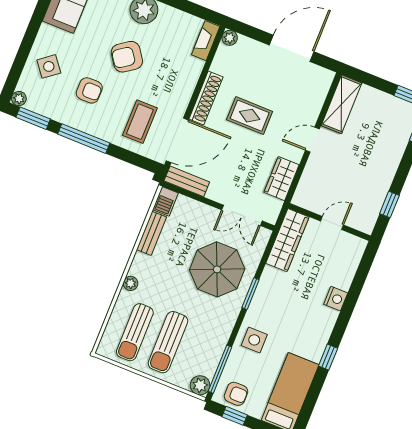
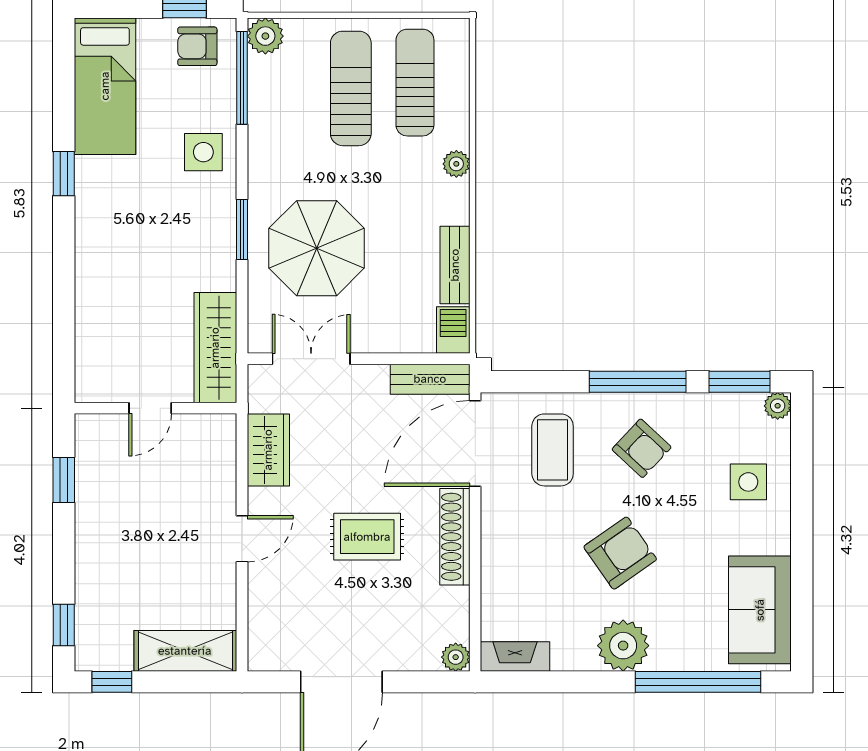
fireplace: (206, 41) -> (515, 656), moved, turned -90
side table: (49, 66) -> (748, 482), turned 38
armchair: (89, 90) -> (642, 448), moved, turned -137
shelving: (342, 104) -> (185, 651), moved, turned 90
nightstand: (336, 299) -> (91, 280), removed

